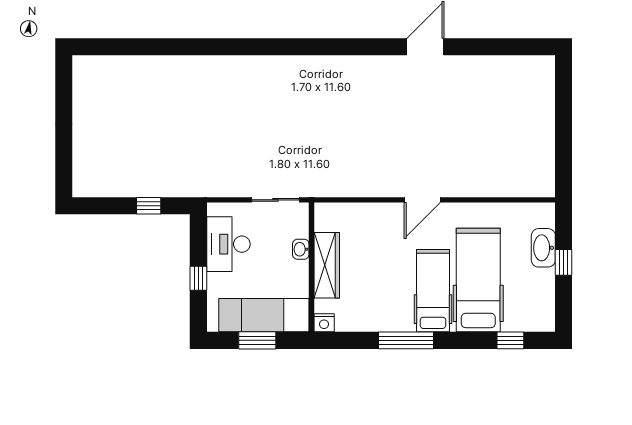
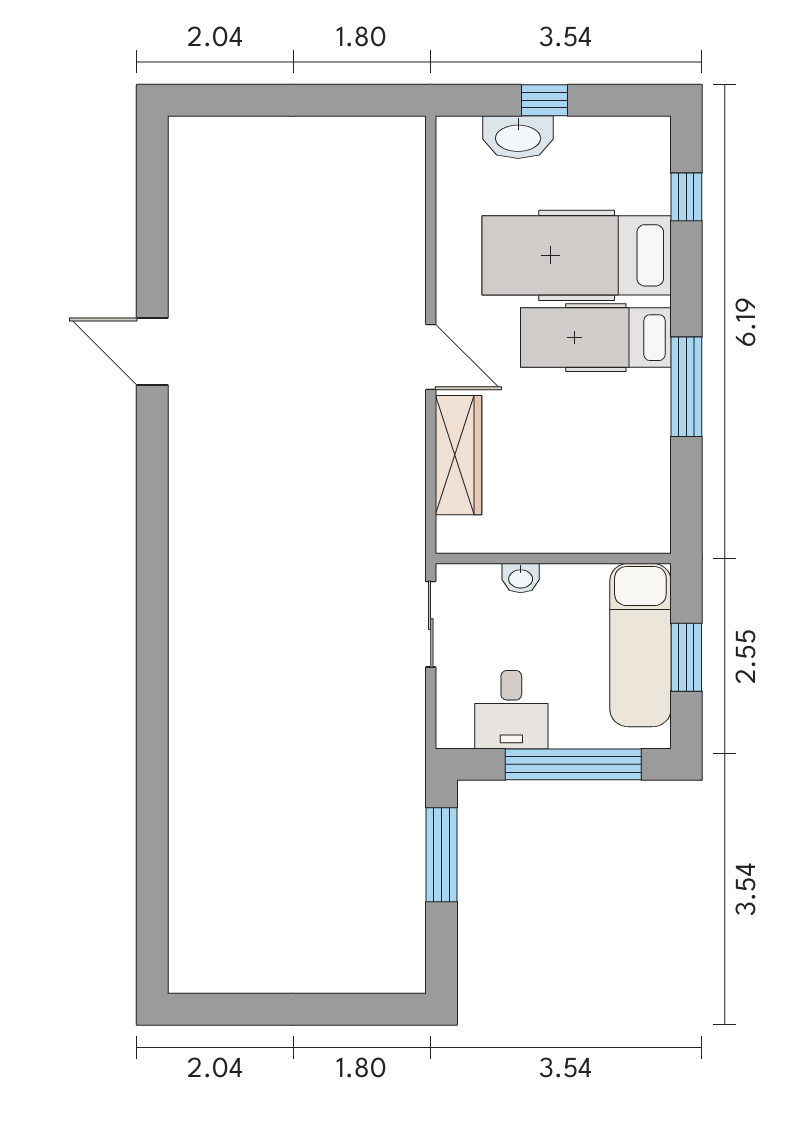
window: (149, 206) -> (441, 855), width x2.17
desk: (228, 244) -> (511, 710), width x0.73
wardrobe: (327, 265) -> (458, 455), moved, turned 90
window: (198, 278) -> (573, 764), width x3.17
nightstand: (324, 323) -> (654, 536), removed

